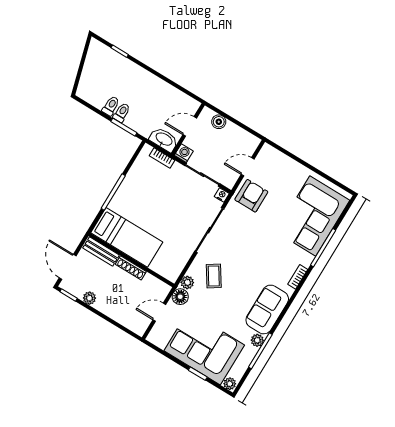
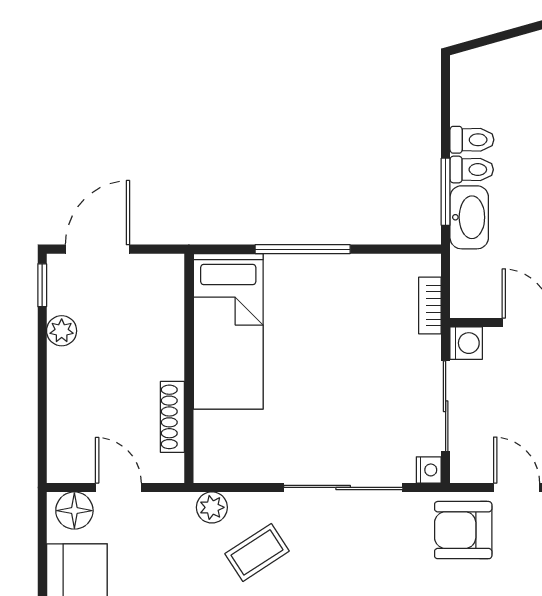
washbasin: (164, 139) -> (469, 217), moved
armchair: (251, 196) -> (463, 530), turned 180
bench: (101, 252) -> (169, 297), removed
shoe rack: (131, 268) -> (172, 417), moved
floor lamp: (180, 297) -> (74, 511), moved

